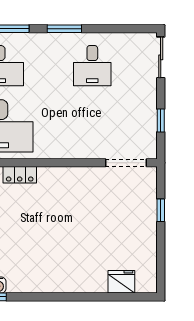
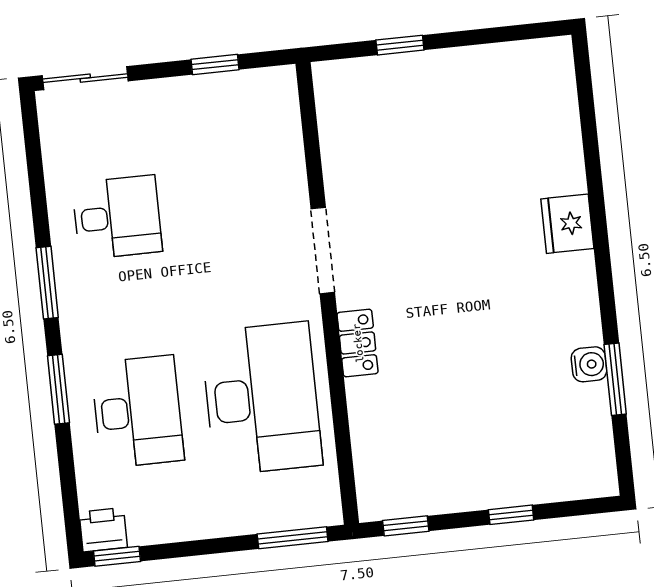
doorway: (126, 163) -> (323, 250), moved
fridge: (121, 282) -> (567, 224), moved

